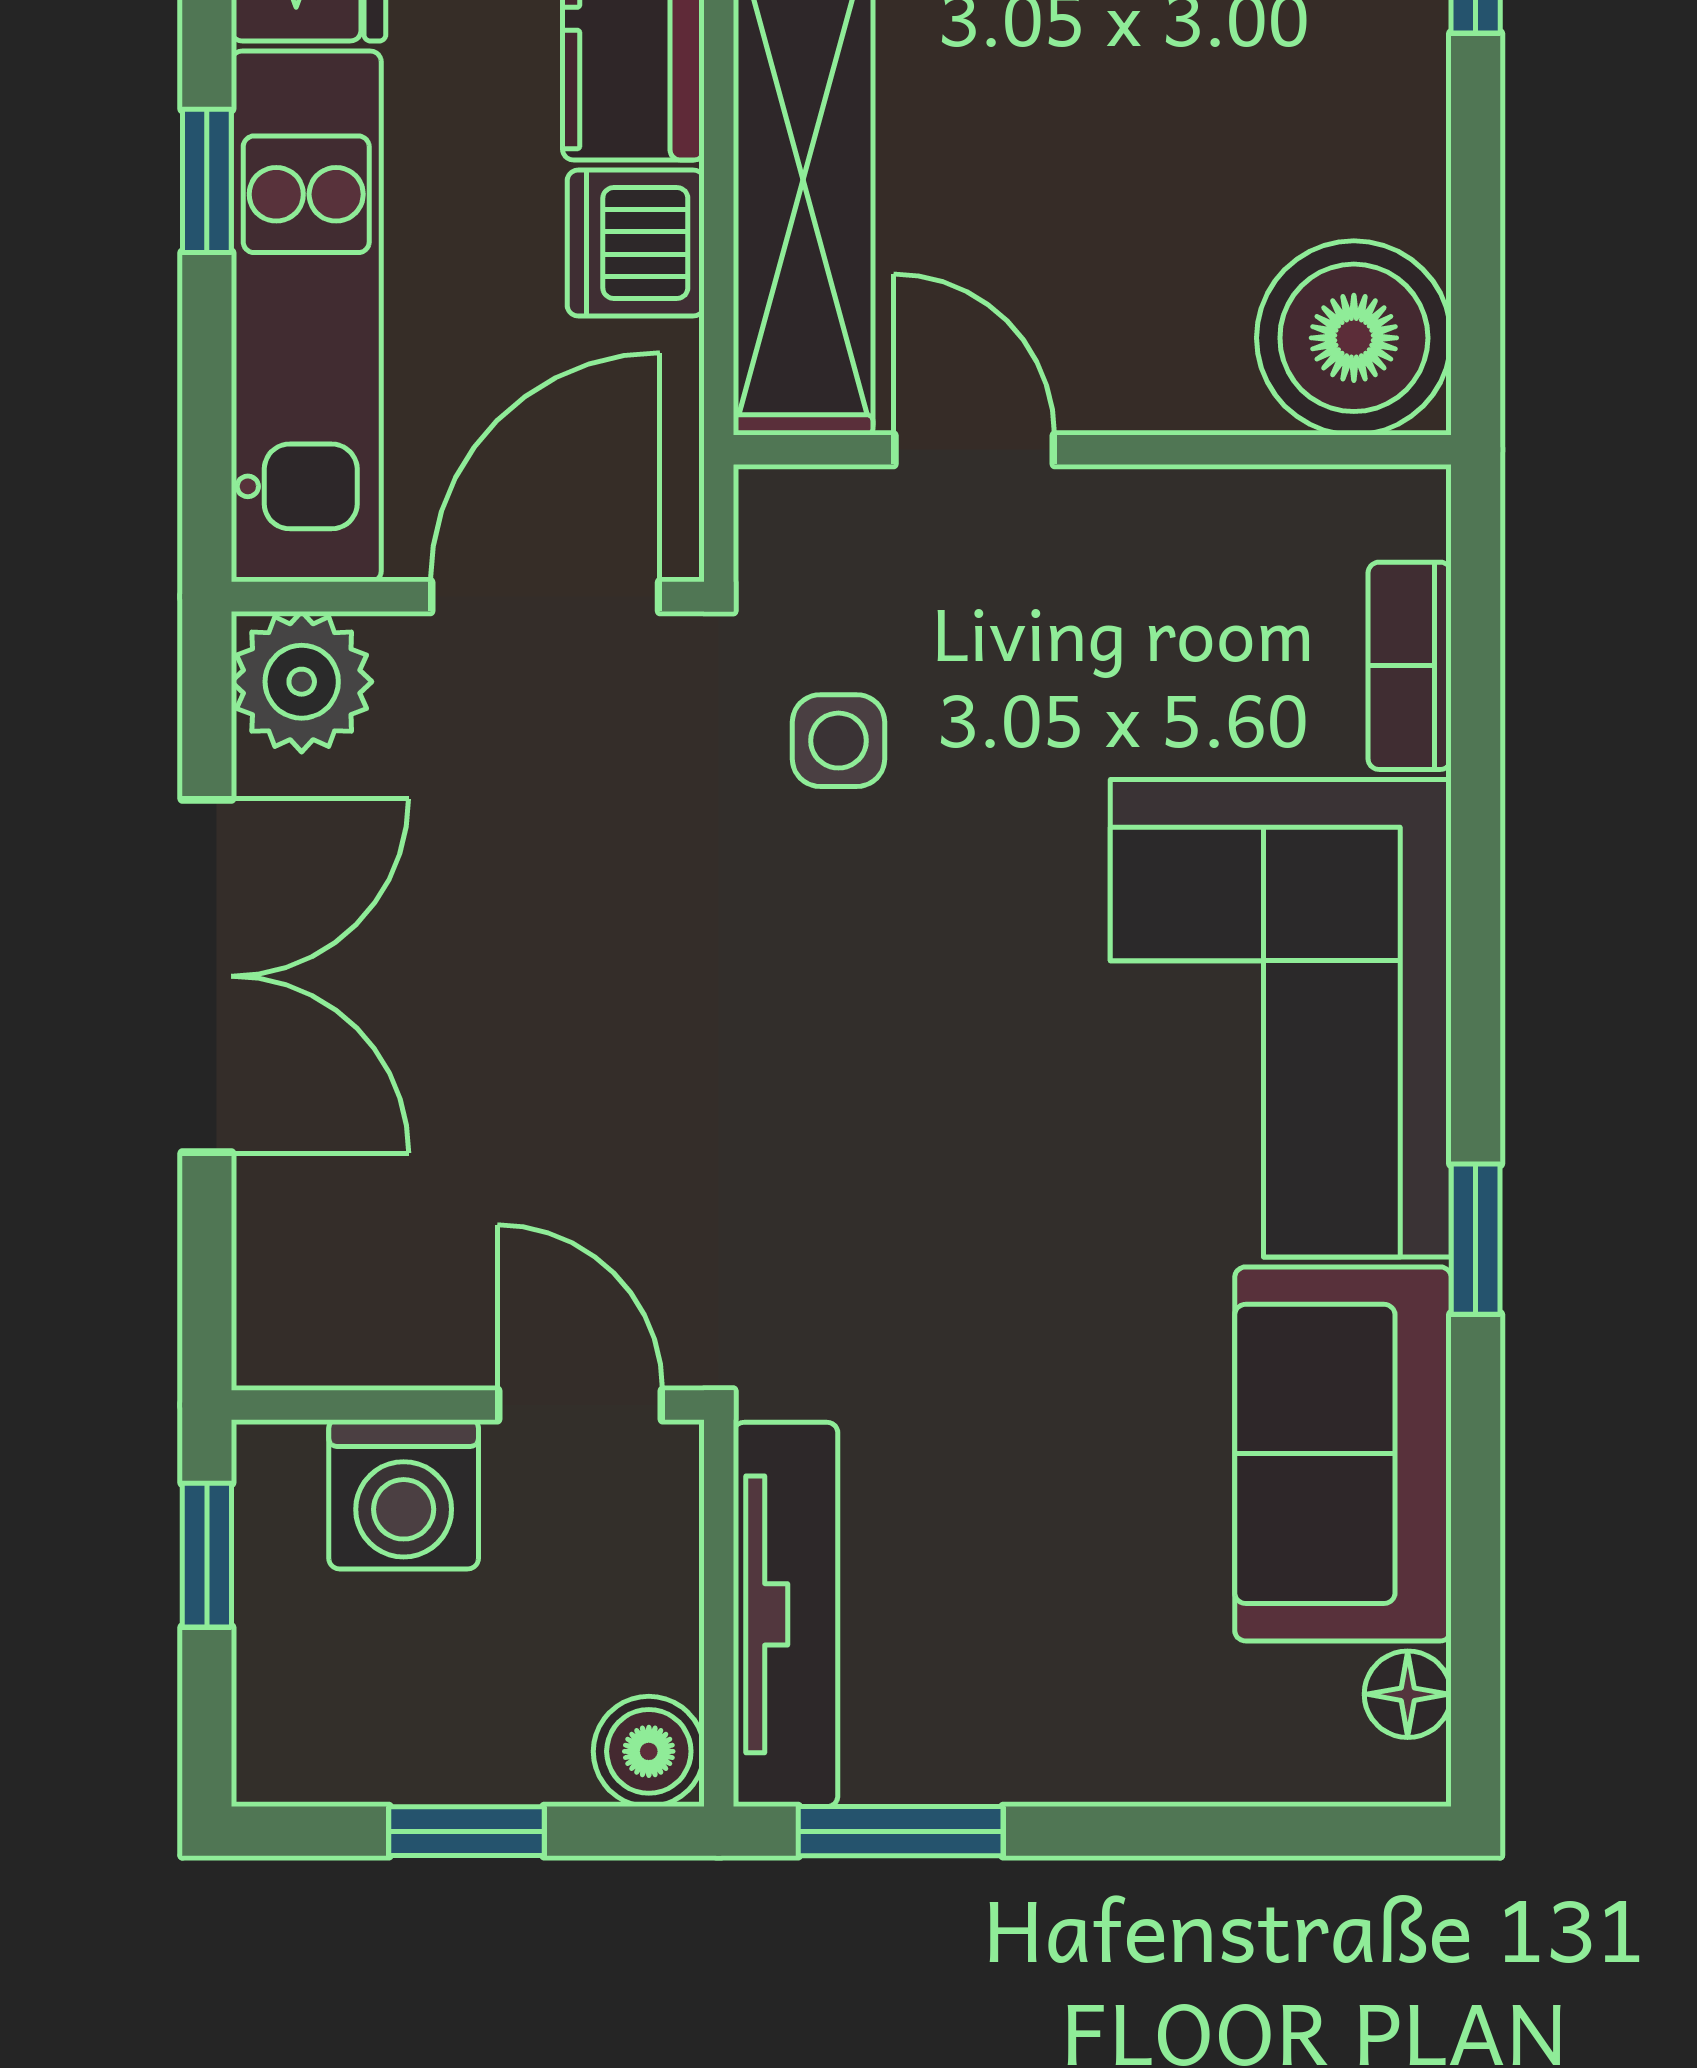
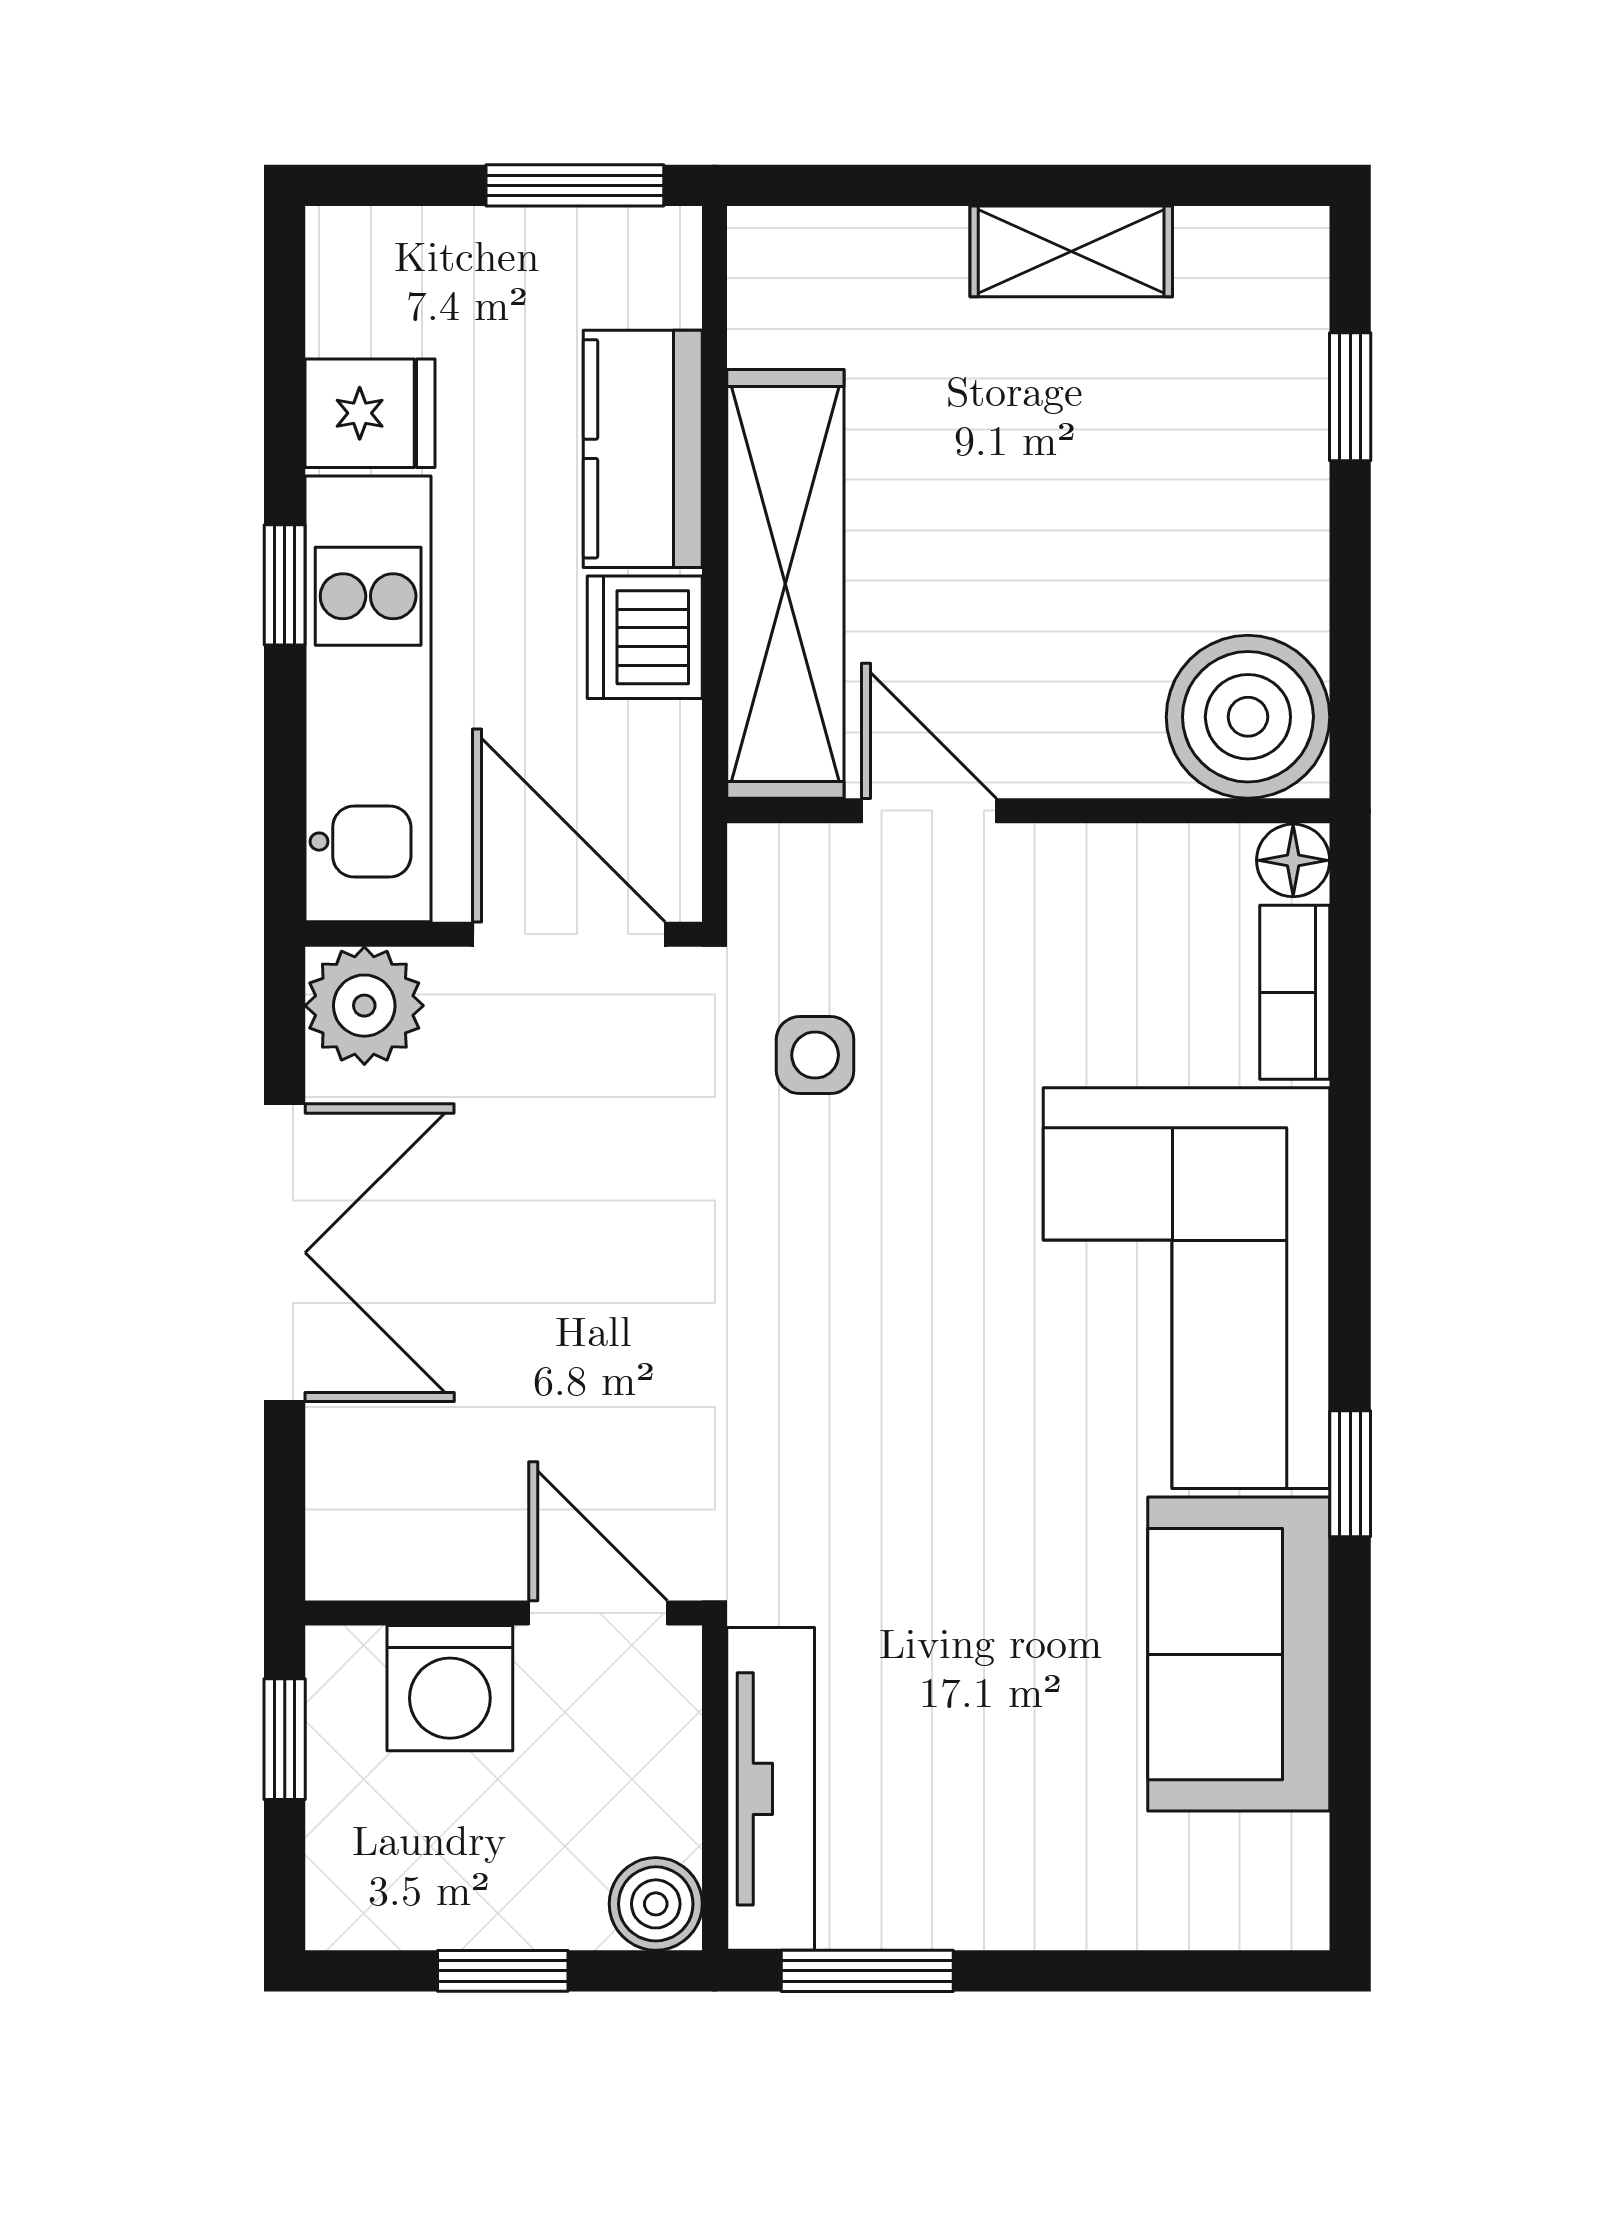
door: (545, 597) -> (569, 934), hinge flipped
floor lamp: (1408, 1694) -> (1293, 860), moved

